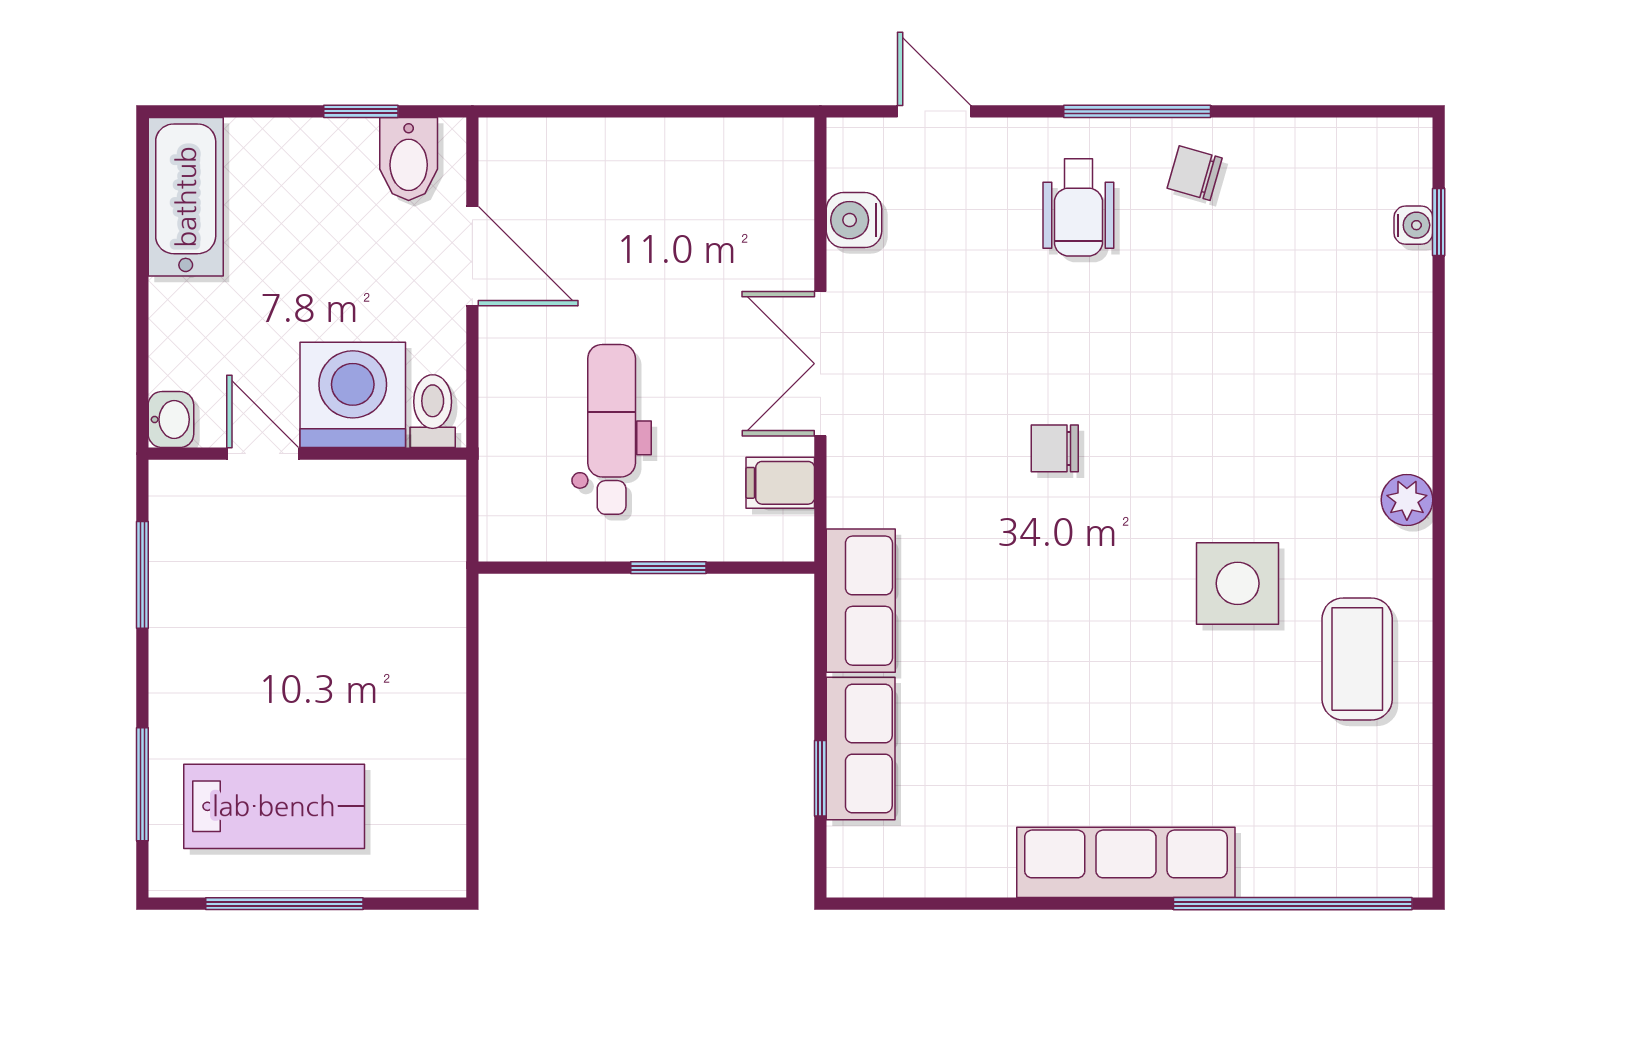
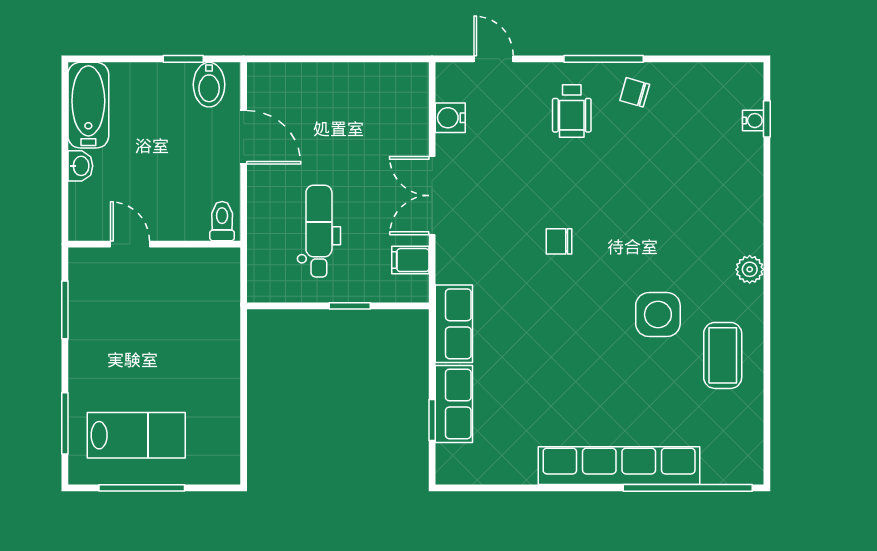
washing machine: (353, 395) -> (179, 212), removed
washbasin: (171, 419) -> (80, 166), moved
row of seats: (1126, 862) -> (619, 466), width x1.36

